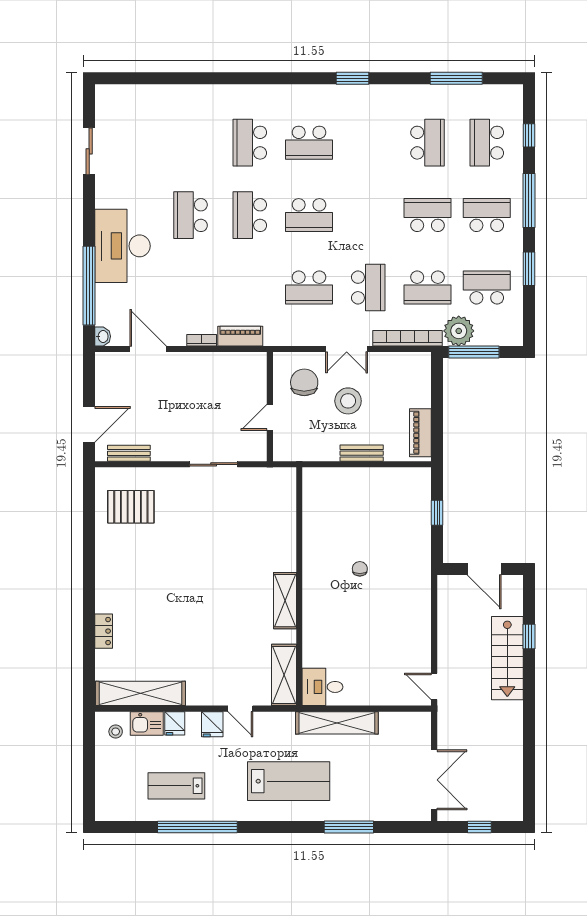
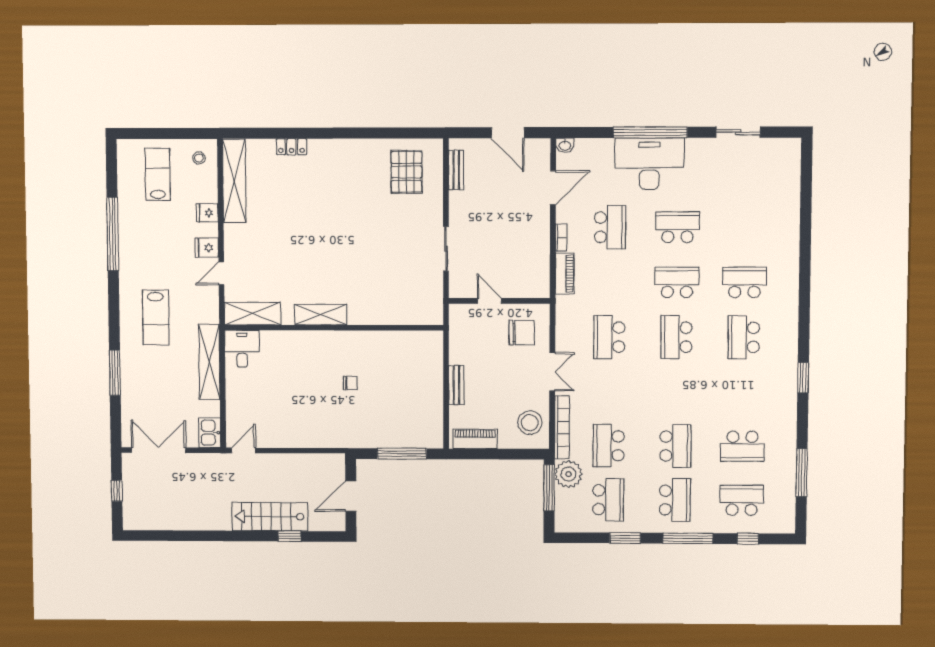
window: (89, 286) -> (650, 132), moved
school desk: (368, 287) -> (610, 227), moved, turned -90
double door: (347, 349) -> (552, 372), swing flipped
stool: (348, 401) -> (530, 423), moved
door: (89, 424) -> (508, 133), moved
window: (437, 513) -> (402, 454), width x2.17
kitchen sink: (147, 724) -> (210, 433), moved
double door: (434, 780) -> (159, 450), swing flipped
lab bench: (289, 781) -> (156, 318), width x0.73, depth x0.72
lab bench: (176, 786) -> (158, 174), moved

